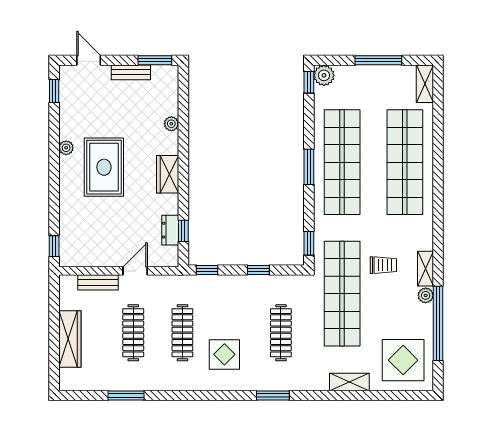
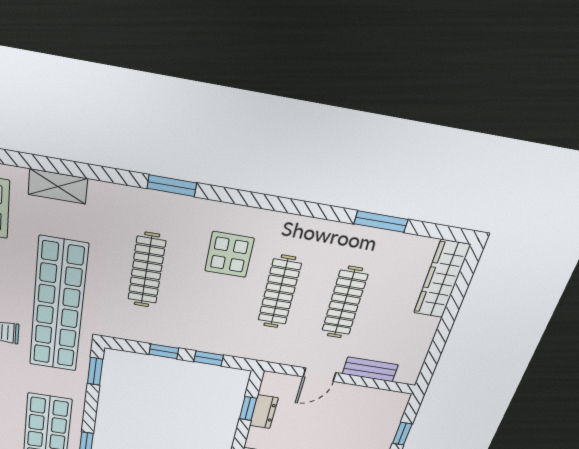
window: (54, 246) -> (402, 434), moved
window: (207, 270) -> (209, 358), moved
wardrobe: (70, 339) -> (442, 279), moved

